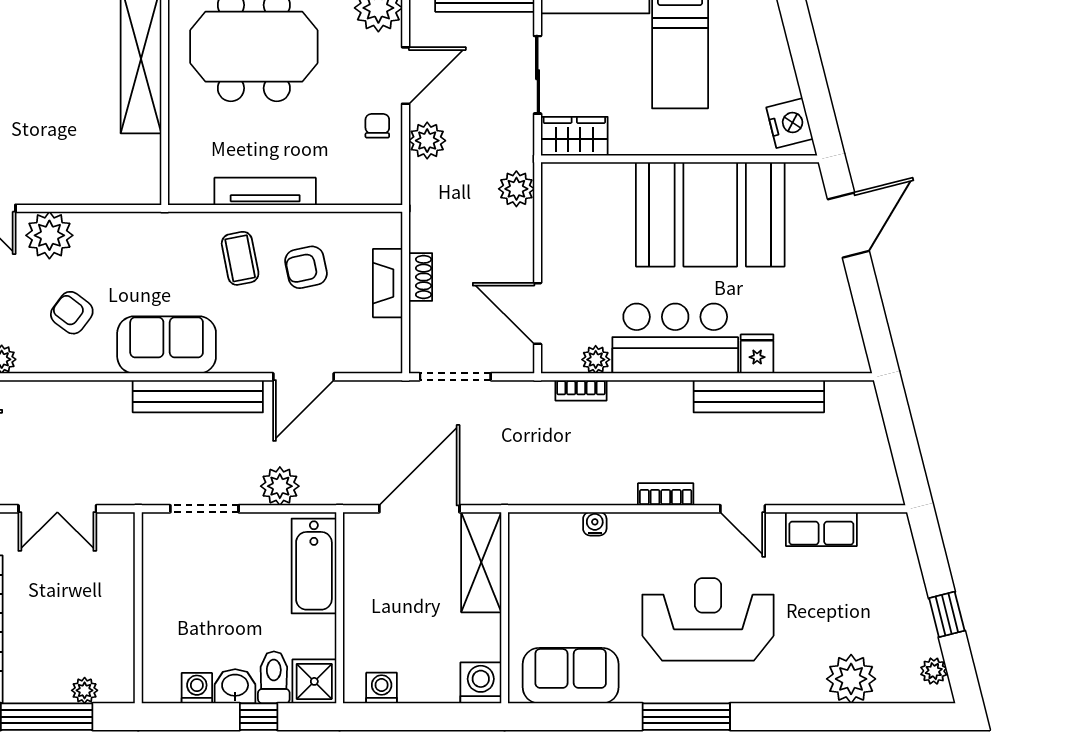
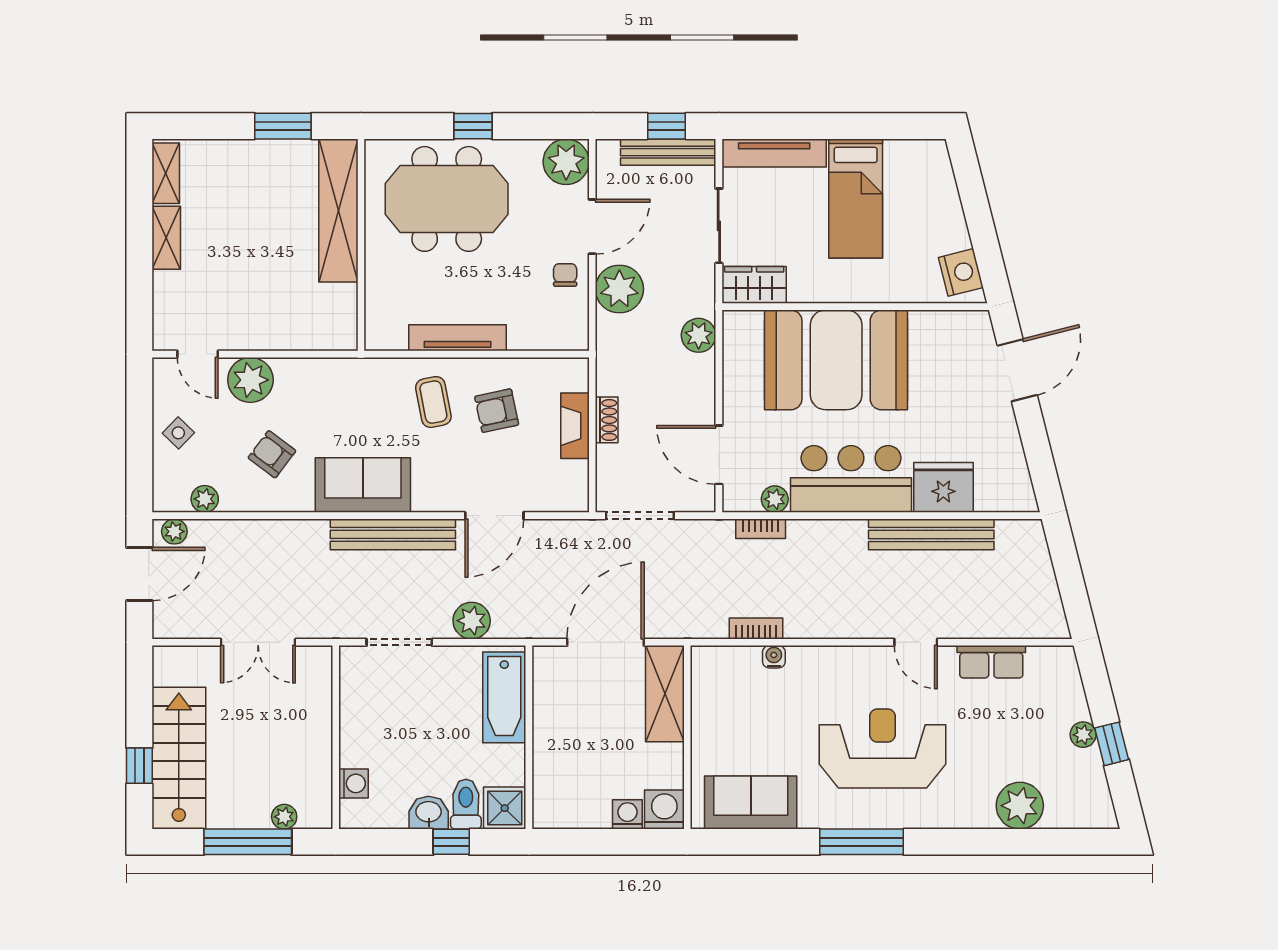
plant: (427, 141) -> (619, 289), width x1.36, depth x1.36
booth: (710, 214) -> (836, 360), moved
fridge: (757, 354) -> (943, 487), width x1.88, depth x1.34
bookcase: (666, 494) -> (756, 629), moved
plant: (934, 671) -> (1083, 735), moved
washing machine: (197, 688) -> (353, 783), moved, turned 90
washing machine: (382, 688) -> (627, 814), moved

